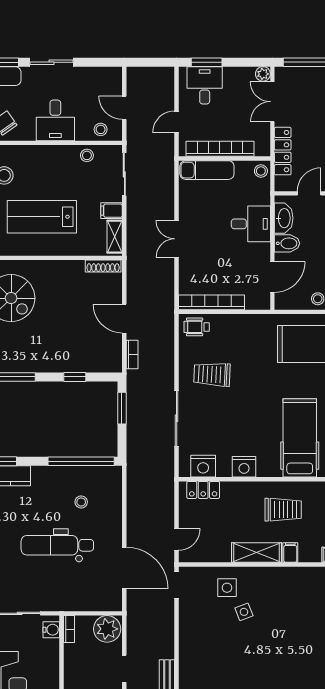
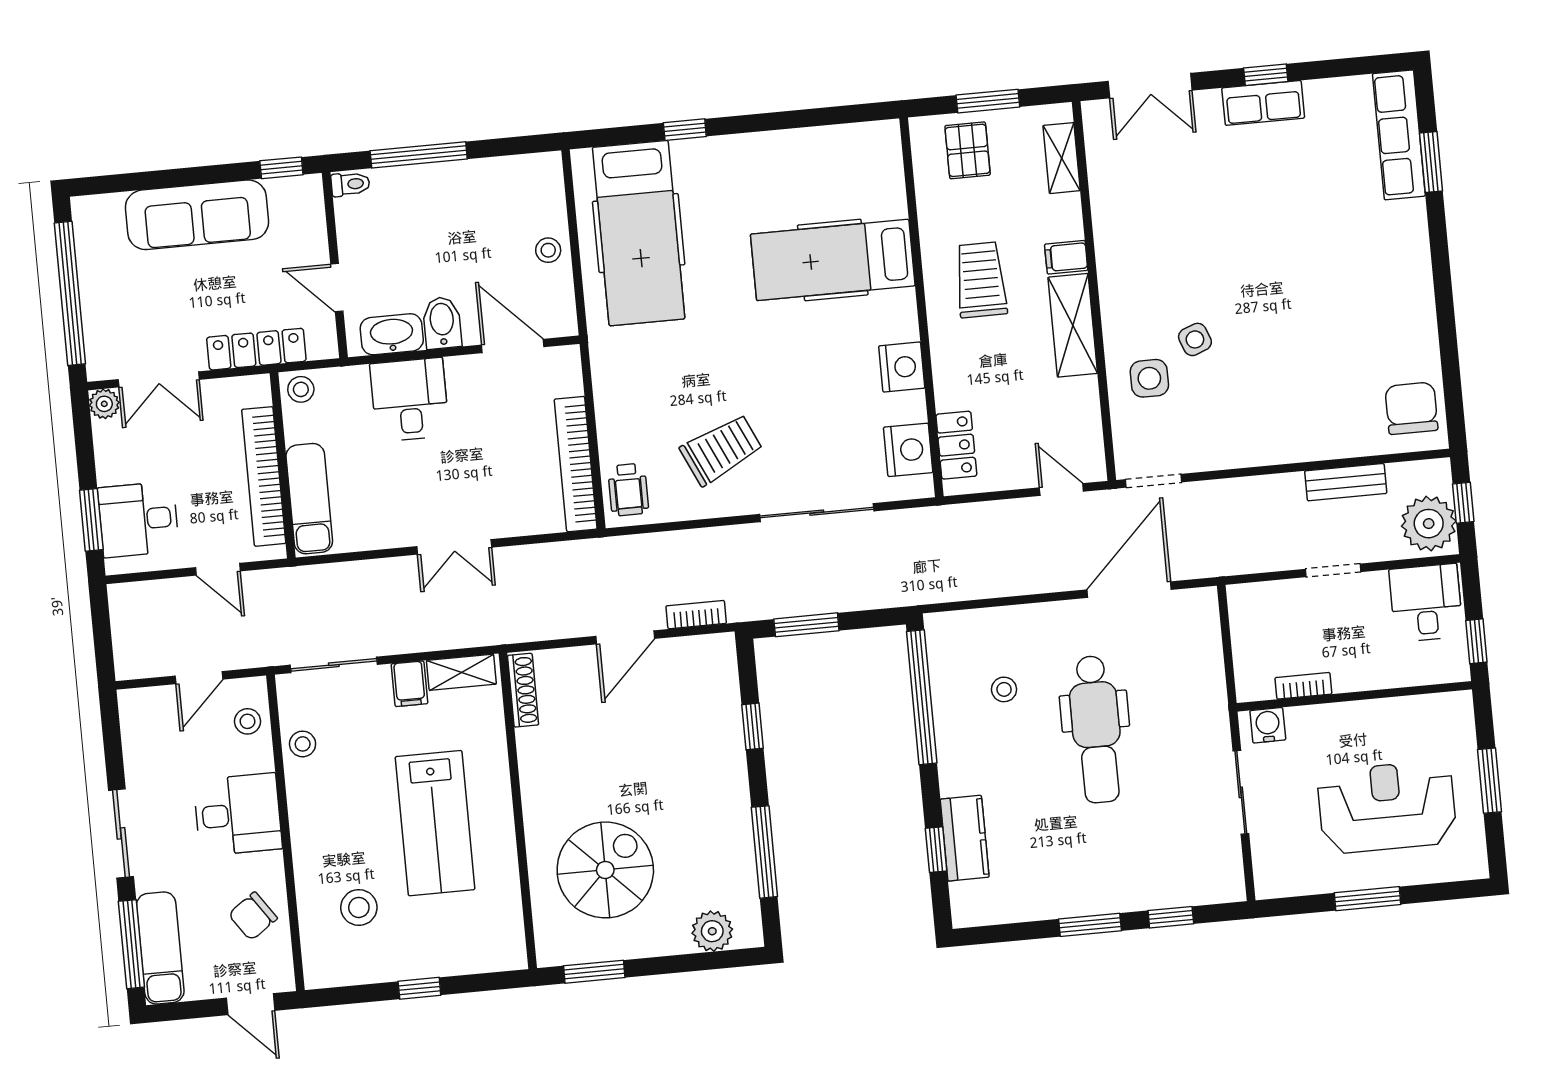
trolley: (212, 374) -> (721, 450), turned -118
bookcase: (69, 629) -> (1303, 686), moved
plant: (107, 629) -> (1256, 613), removed

